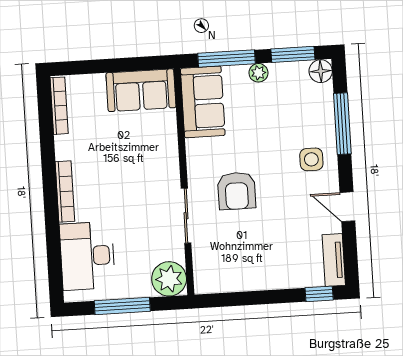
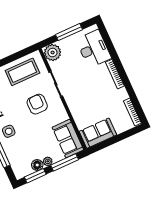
floor lamp: (321, 71) -> (37, 165), moved
coffee table: (241, 264) -> (22, 72), added

